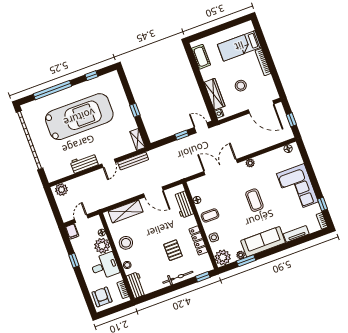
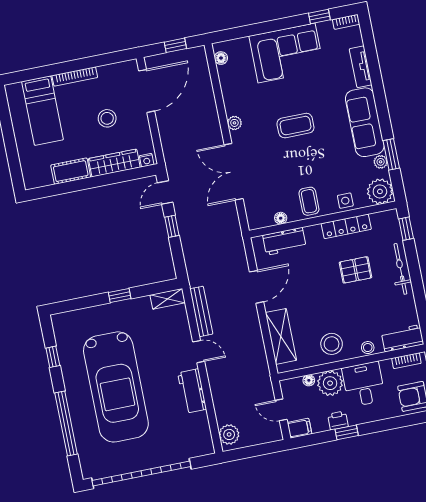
cot: (201, 57) -> (71, 171), moved
car: (79, 117) -> (116, 387), turned 180
printer: (80, 254) -> (338, 420), added

